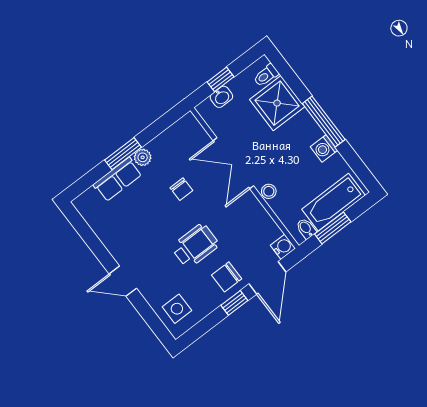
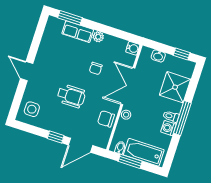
toilet: (266, 75) -> (171, 116), moved
window: (221, 79) -> (182, 54), moved
window: (123, 154) -> (70, 18), moved
water cooler: (283, 247) -> (133, 48), moved
chair: (227, 277) -> (106, 119), moved

